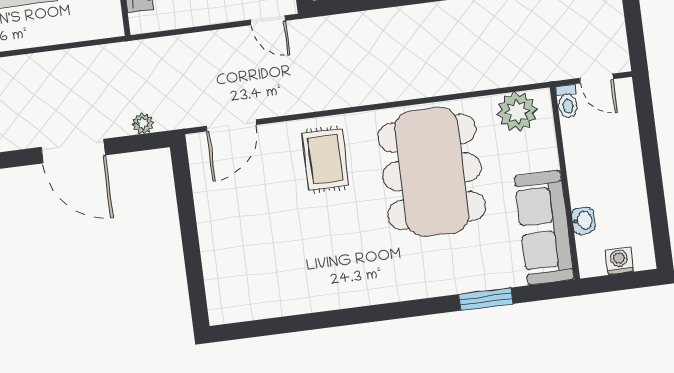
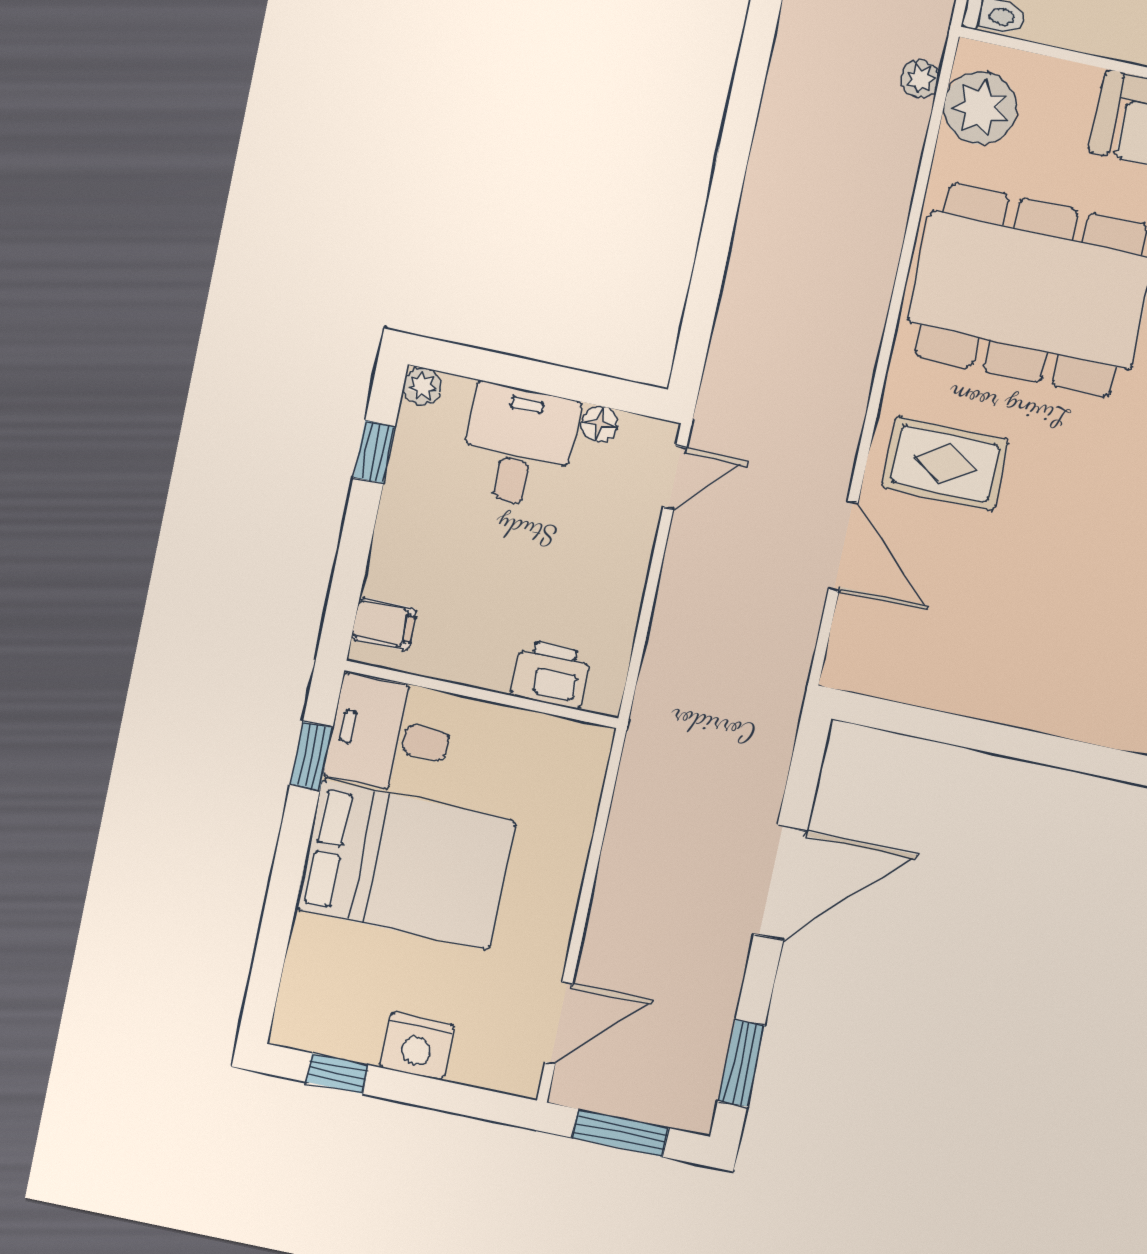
plant: (143, 123) -> (920, 79), moved
door: (231, 125) -> (843, 546), moved

